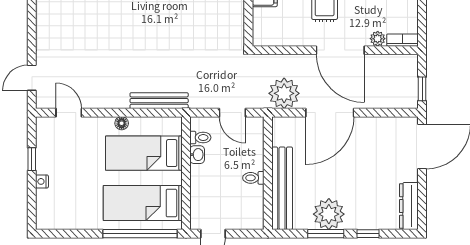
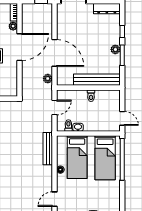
plant: (284, 93) -> (48, 79), width x0.53, depth x0.53
plant: (329, 214) -> (115, 49), width x0.53, depth x0.53

